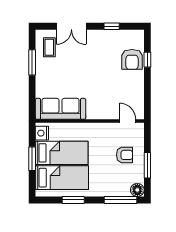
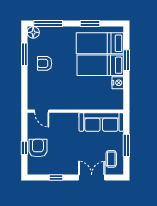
sofa: (60, 109) -> (101, 122), moved
wall: (90, 121) -> (75, 111), moved
door: (128, 121) -> (42, 111), moved

